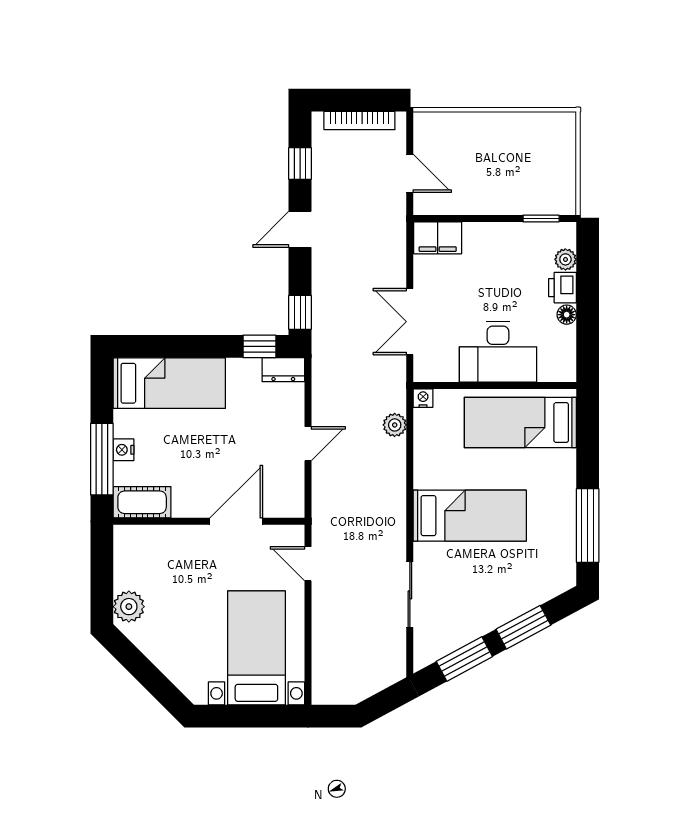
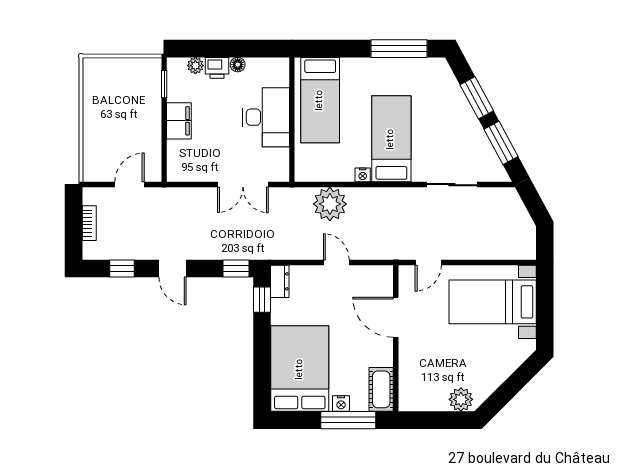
bookcase: (359, 121) -> (89, 223), width x0.64
filing cabinet: (438, 238) -> (179, 121), moved
bed: (169, 383) -> (300, 369), width x1.50
nightstand: (423, 398) -> (363, 175), moved, turned -90
plant: (395, 425) -> (330, 204), width x1.87, depth x1.87

